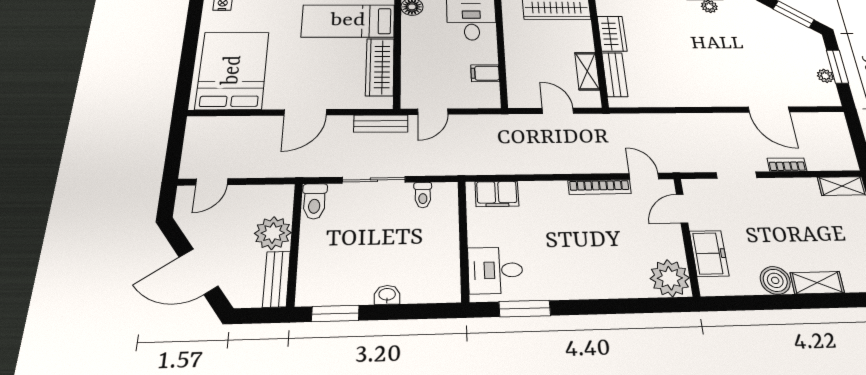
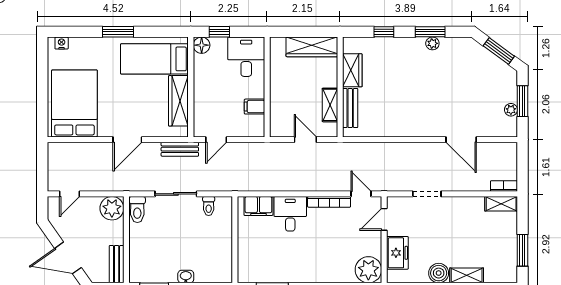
bookcase: (787, 165) -> (504, 186), moved
plant: (273, 233) -> (112, 208), moved
desk: (495, 270) -> (290, 214), moved, turned 90

